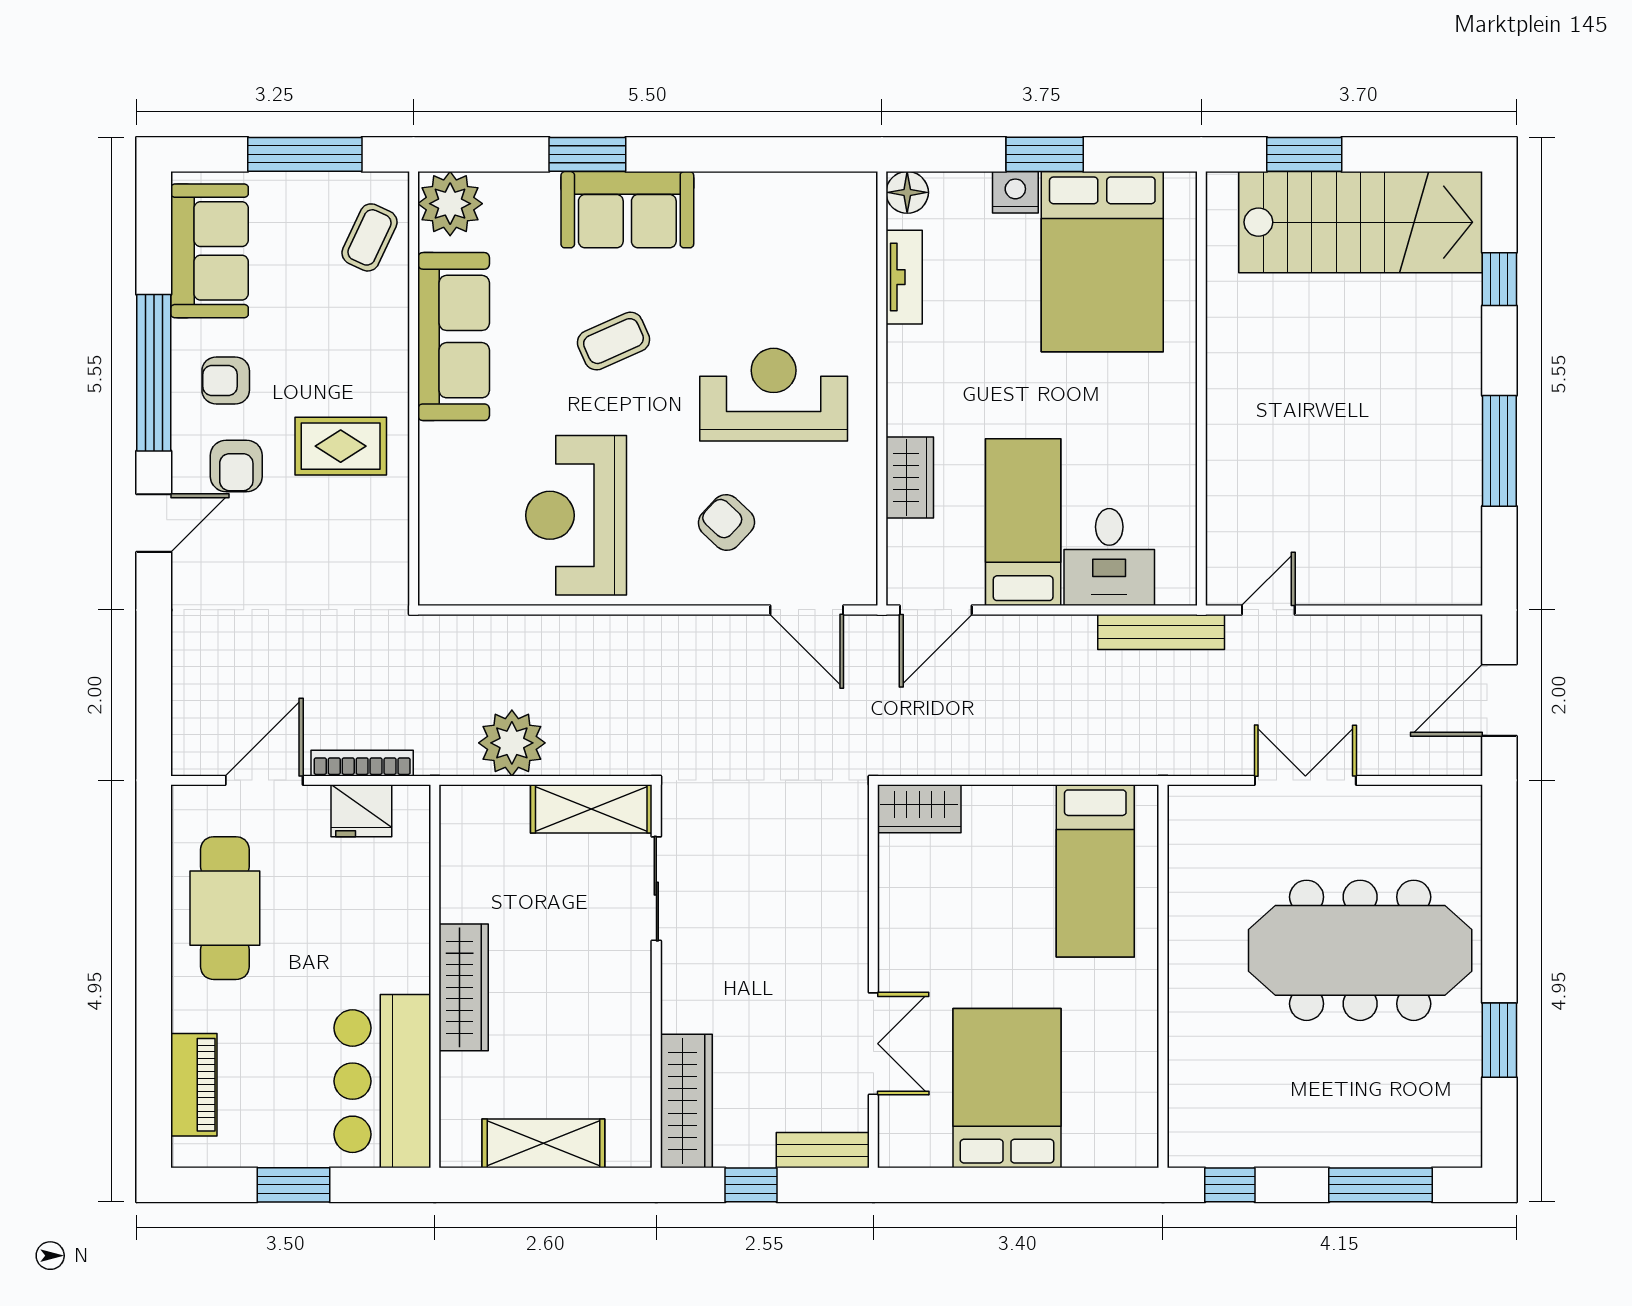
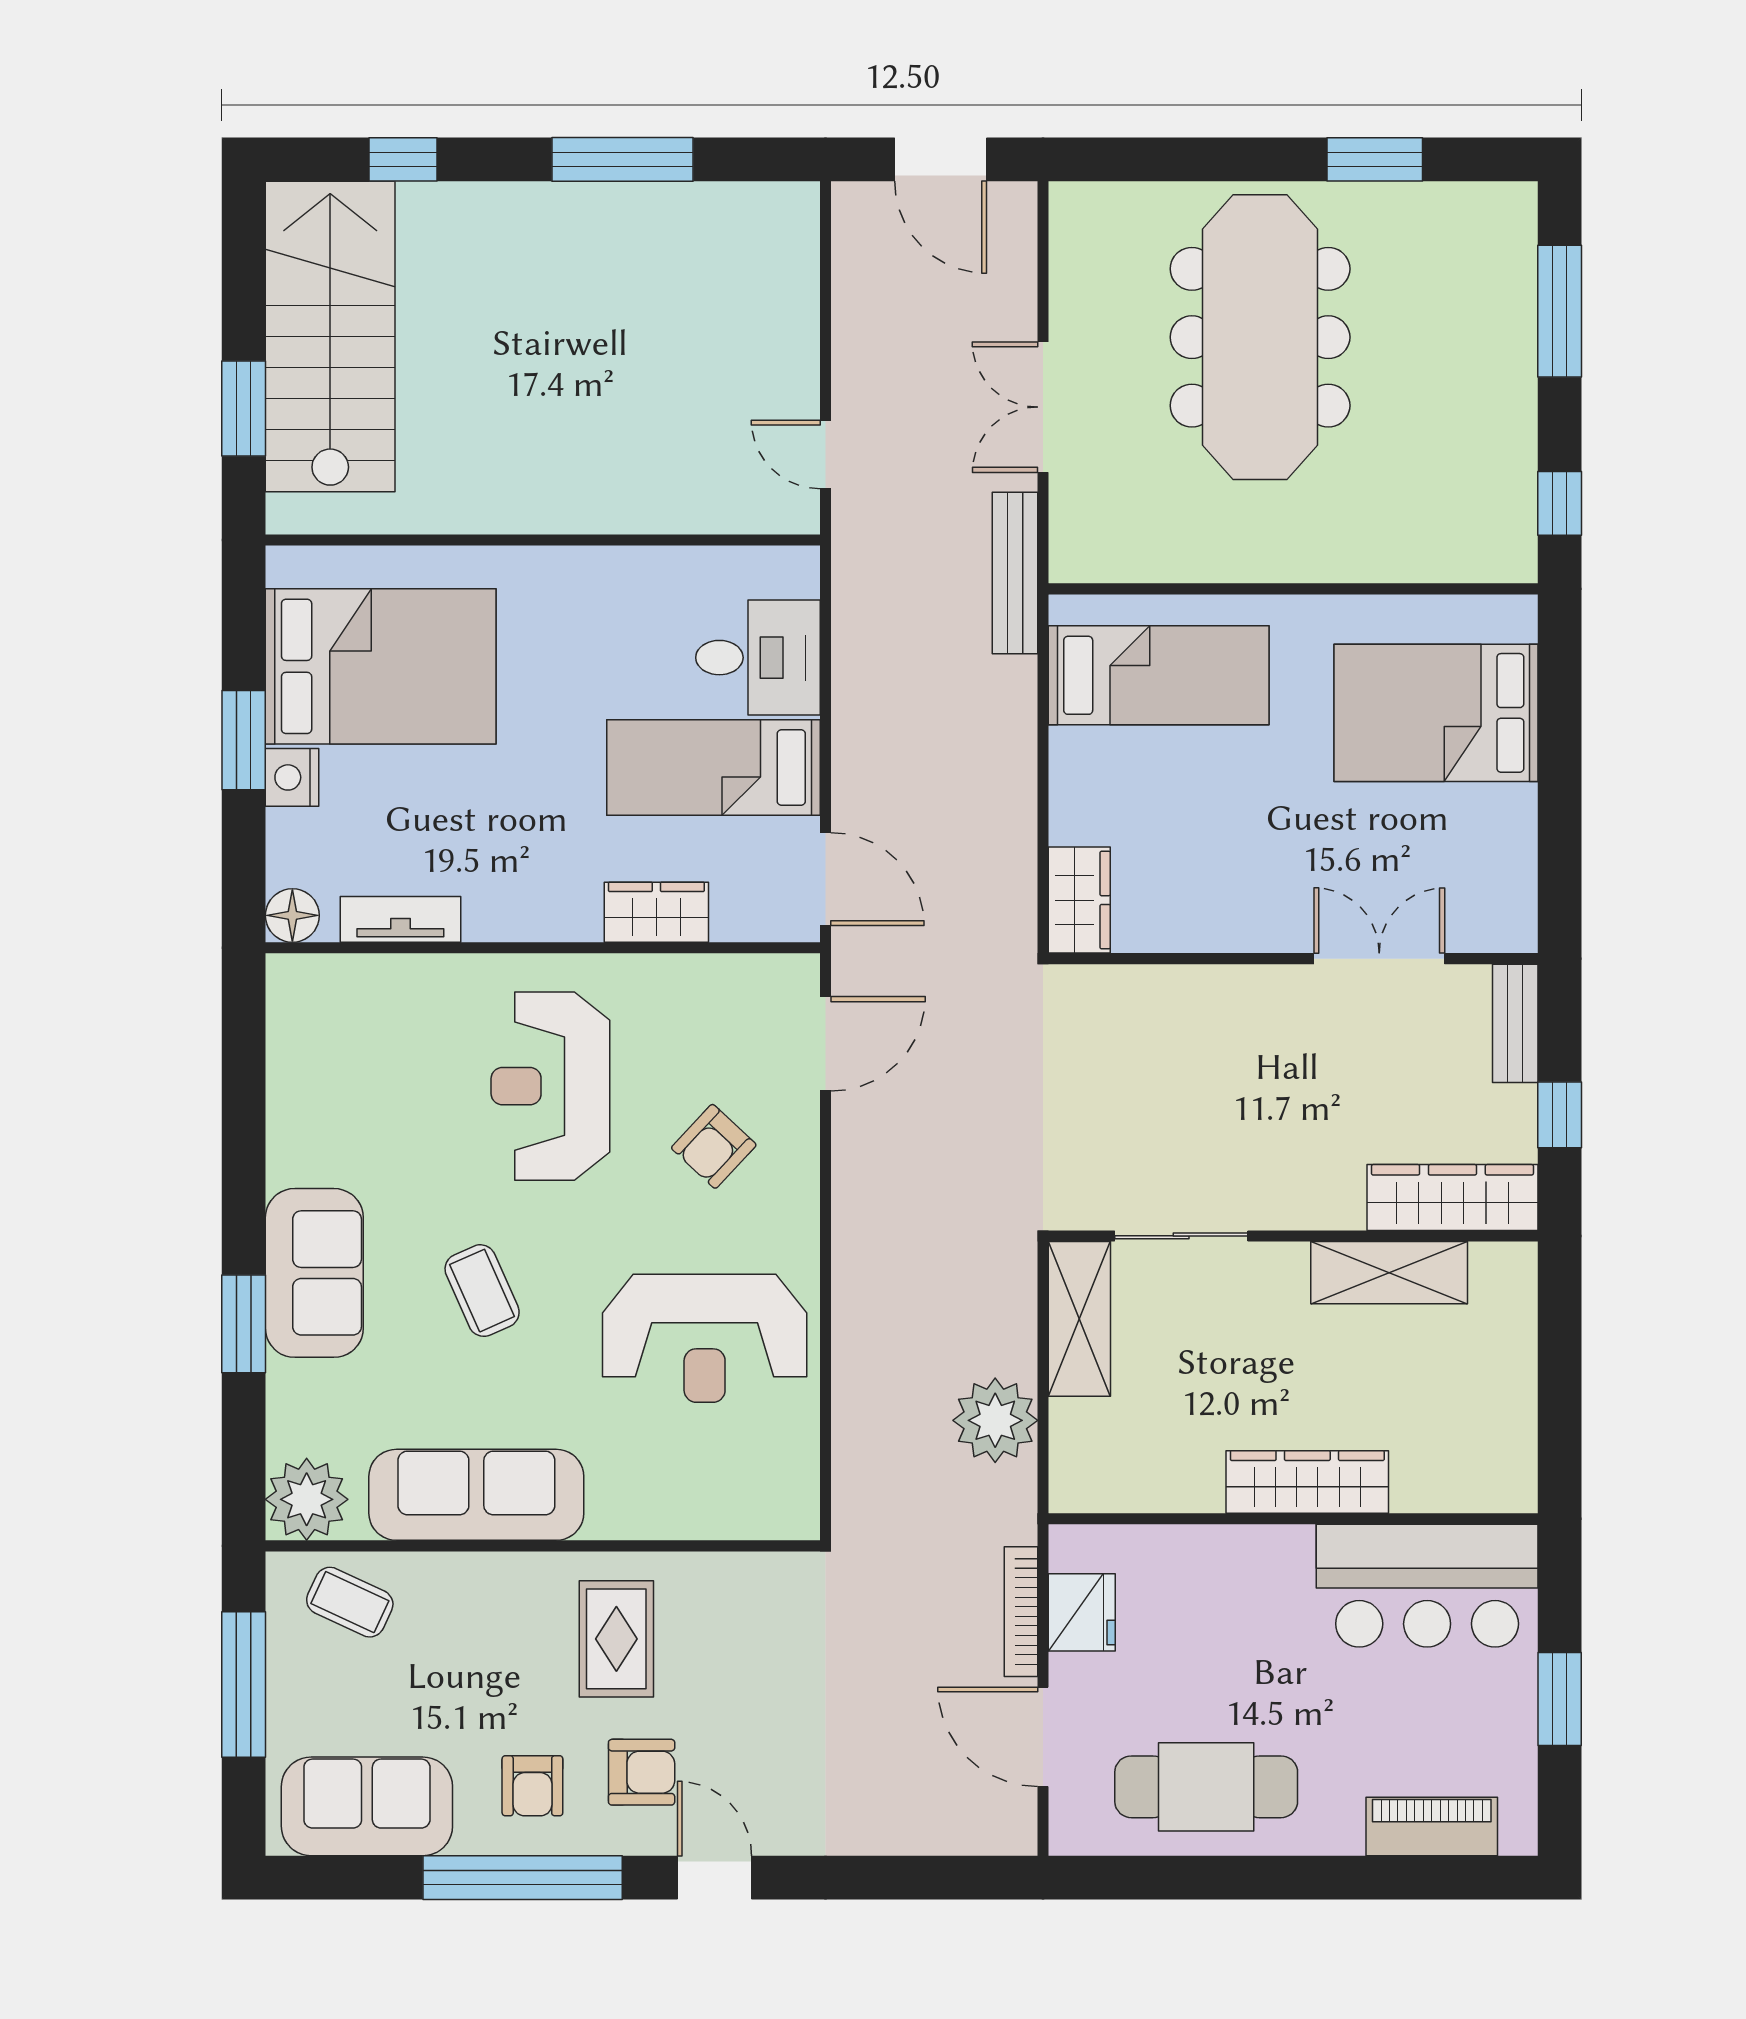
bench: (1161, 632) -> (1015, 573), moved
bed: (1007, 1088) -> (1436, 713), moved
shelving: (543, 1143) -> (1389, 1273), moved, turned 90

